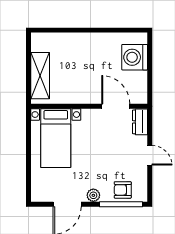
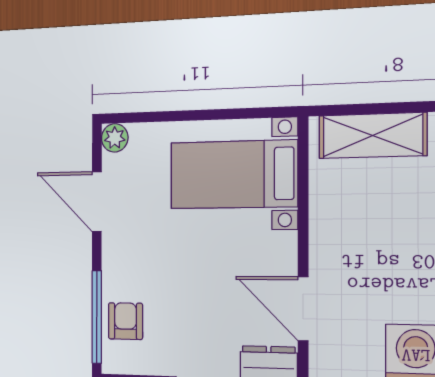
door: (116, 106) -> (303, 309), swing flipped
plant: (93, 195) -> (115, 138), moved

